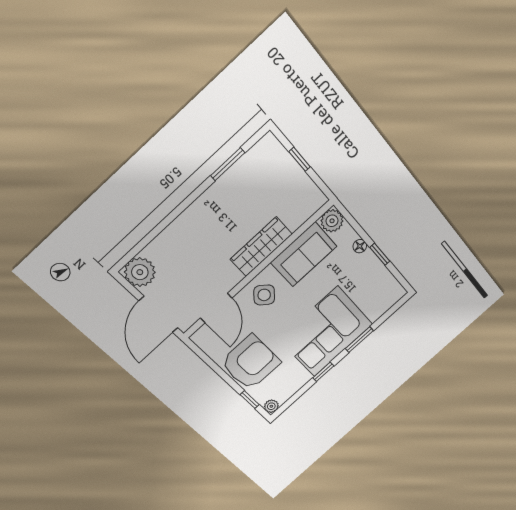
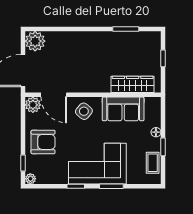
plant: (332, 221) -> (33, 105), moved
wardrobe: (261, 247) -> (133, 84), moved
coffee table: (382, 280) -> (153, 163), added
door: (216, 308) -> (54, 95), hinge flipped
armchair: (251, 363) -> (43, 142), width x0.73, depth x0.73

